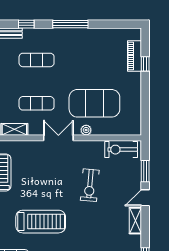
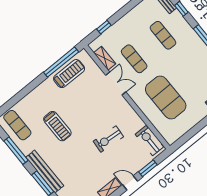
plant: (86, 130) -> (143, 107), removed
double door: (58, 138) -> (116, 84), moved
treadmill: (41, 222) -> (57, 126), width x0.73, depth x0.73

